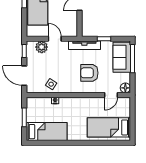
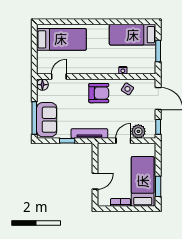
door: (55, 39) -> (123, 141), swing flipped
armchair: (89, 73) -> (99, 93), moved

